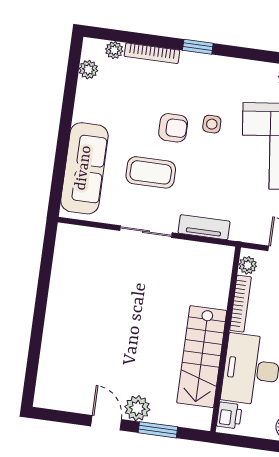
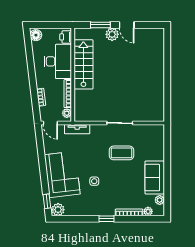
armchair: (173, 128) -> (113, 177), removed
sofa: (84, 168) -> (155, 178), moved, width x0.73
tv unit: (204, 227) -> (77, 129), moved

